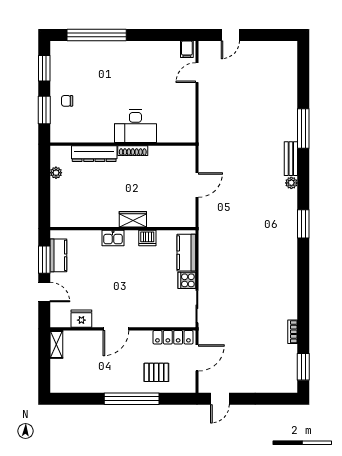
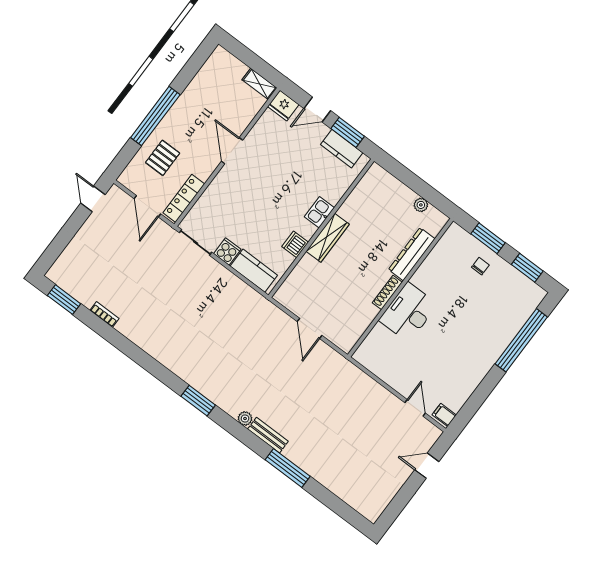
door: (230, 35) -> (427, 466), hinge flipped
wardrobe: (133, 219) -> (328, 238), width x1.50
fridge: (81, 319) -> (283, 105), moved, turned 90

